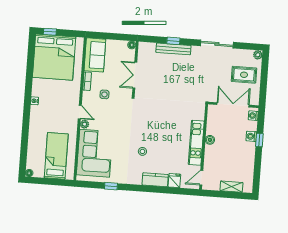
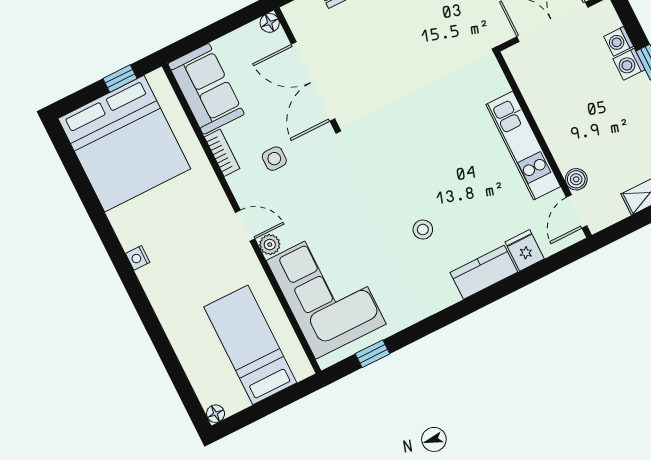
window: (50, 32) -> (120, 78), moved
double door: (135, 75) -> (313, 82), width x1.37
washing machine: (253, 116) -> (619, 41), moved
boiler: (210, 140) -> (576, 179), moved
window: (111, 186) -> (373, 354), moved

